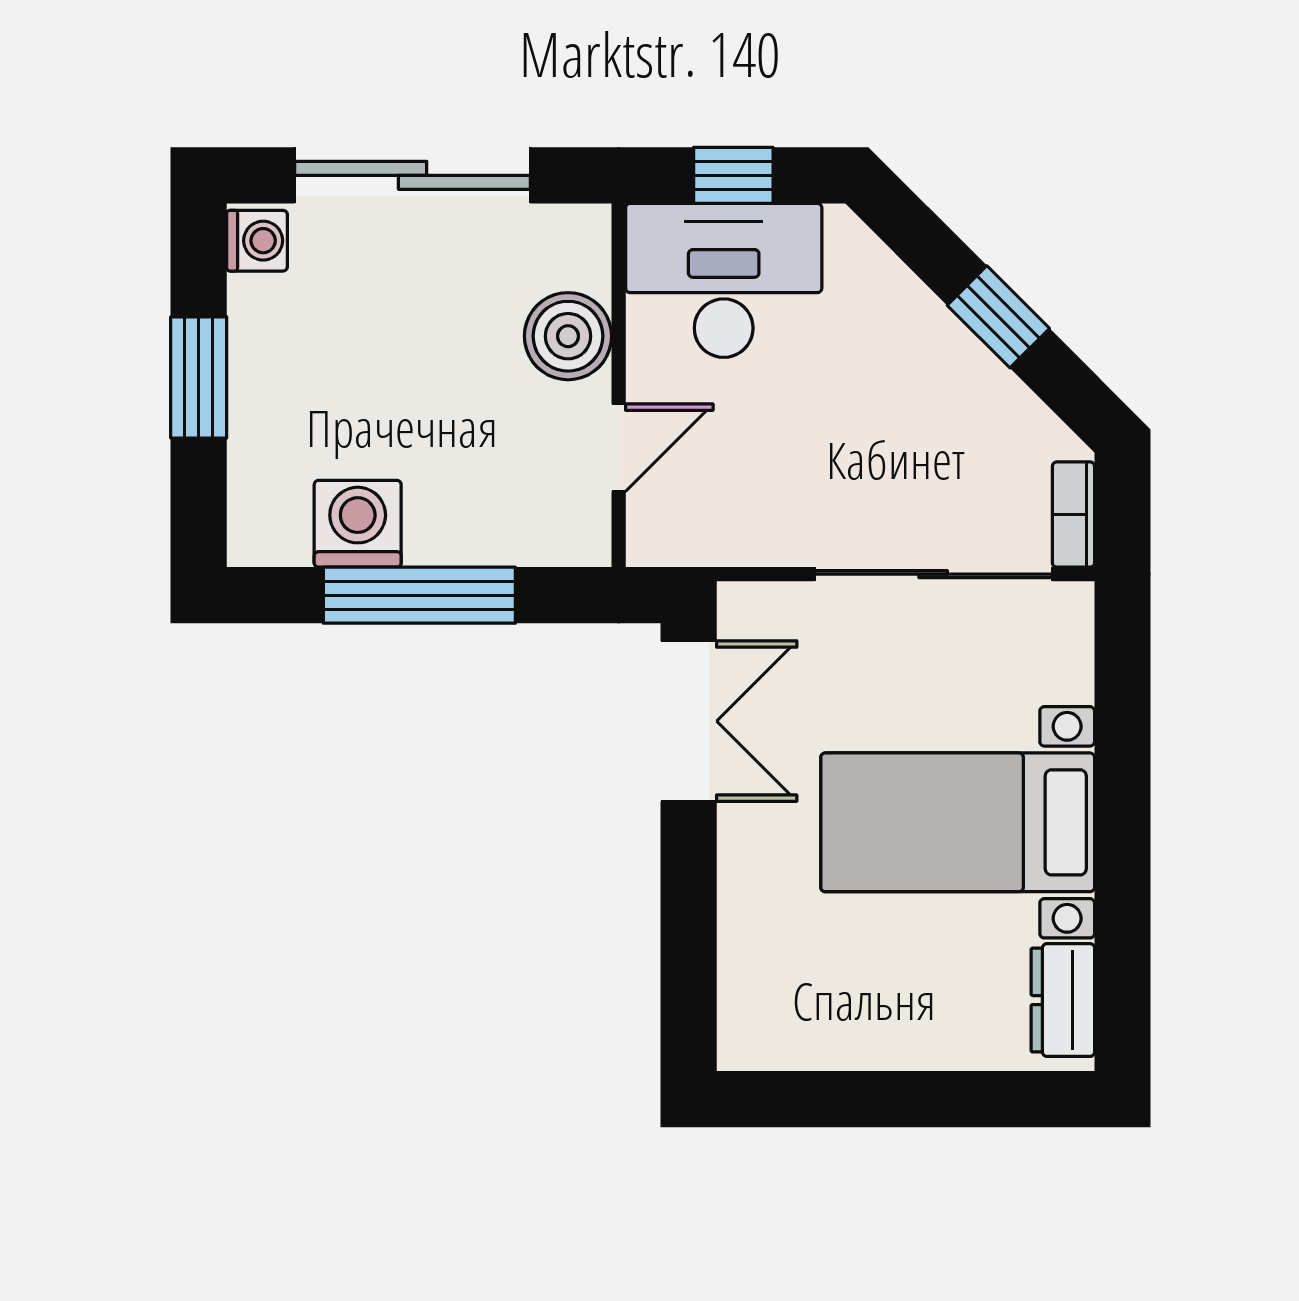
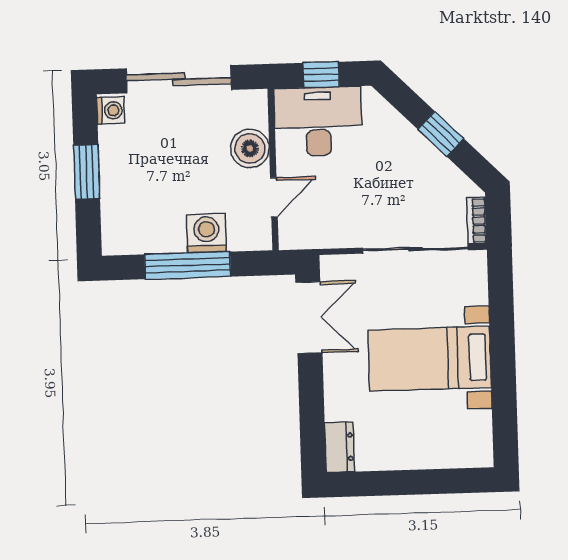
washing machine: (358, 524) -> (206, 233), moved
dresser: (1063, 1000) -> (339, 447), moved, turned 180

